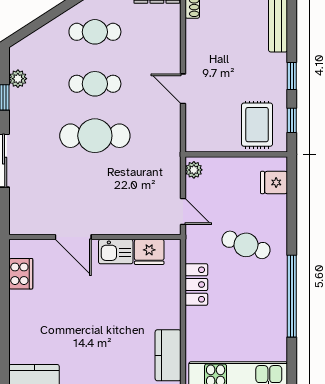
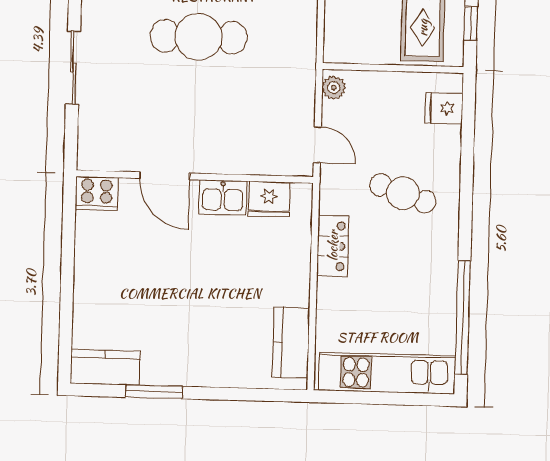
cooker: (21, 274) -> (97, 193), moved, turned 90
window: (292, 296) -> (463, 317), moved

